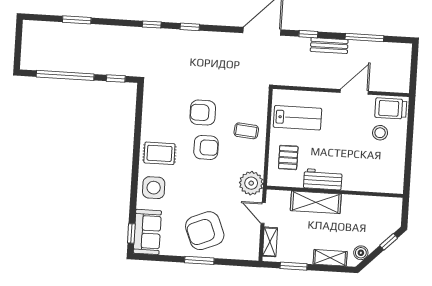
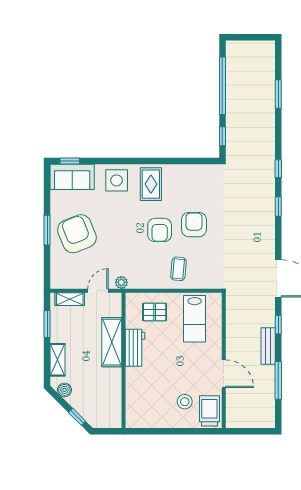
plant: (251, 183) -> (121, 282), width x0.53, depth x0.53

